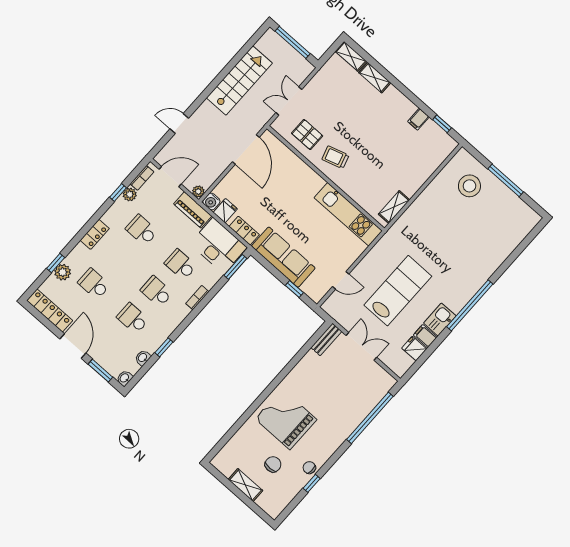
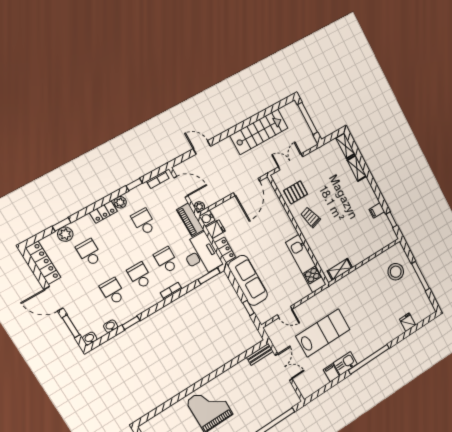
pallet: (307, 135) -> (296, 192), turned 90
plant: (130, 194) -> (120, 202), moved
door: (73, 346) -> (54, 299), swing flipped
fridge: (414, 349) -> (407, 322), moved

